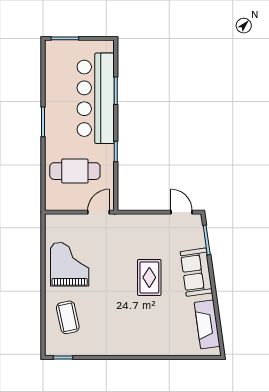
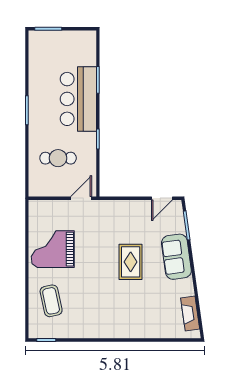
bar counter: (96, 98) -> (78, 99), width x0.73
cafe table: (75, 171) -> (58, 158), width x0.73, depth x0.74
door: (182, 212) -> (162, 198), swing flipped
grand piano: (70, 264) -> (53, 249), turned -90
fireplace: (207, 324) -> (190, 313), width x0.73, depth x0.76

